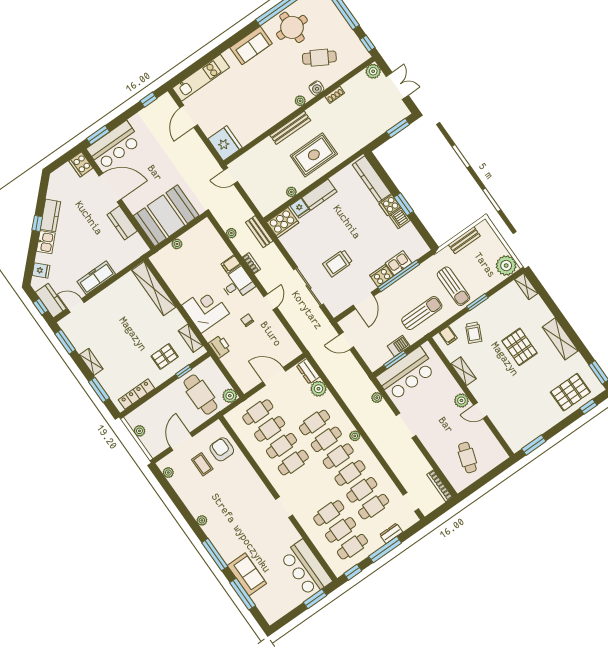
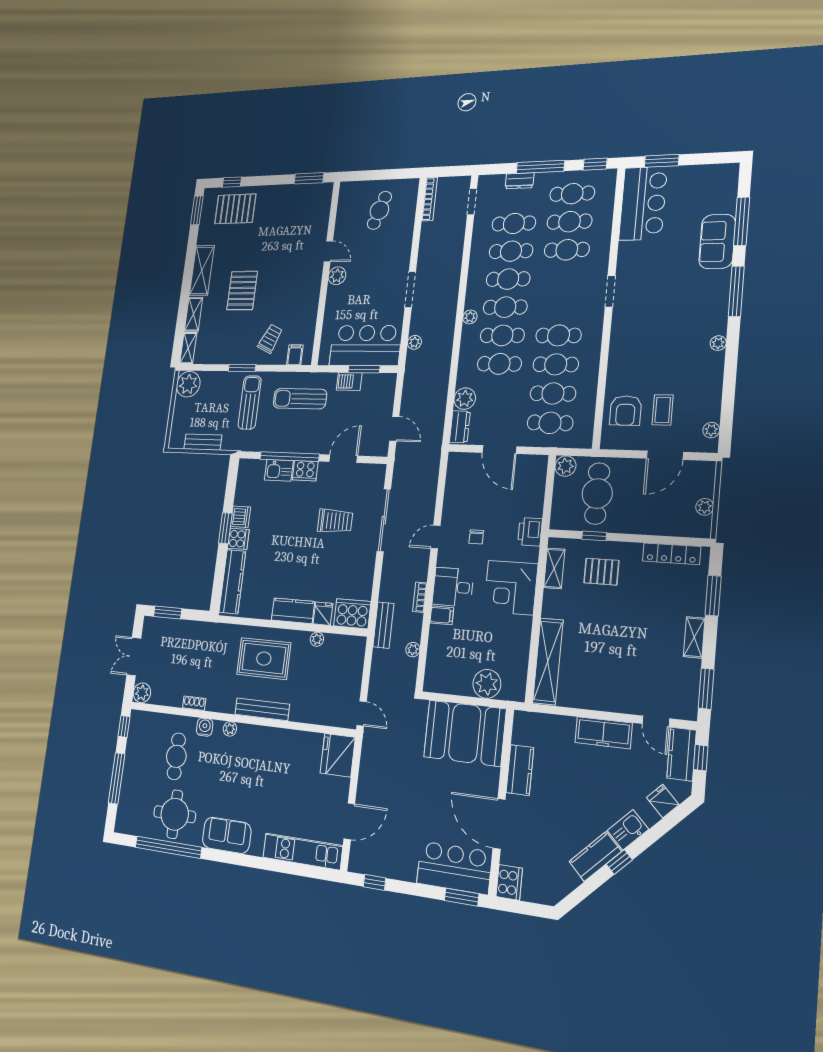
cafe table: (319, 58) -> (176, 756), turned 60
plant: (177, 244) -> (487, 684), width x1.88, depth x1.88
shelving: (463, 371) -> (193, 314), moved

